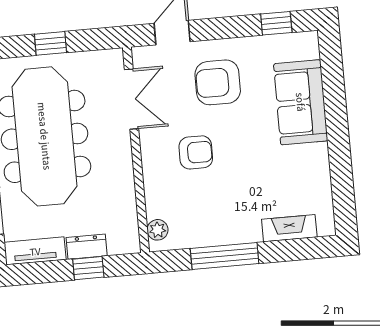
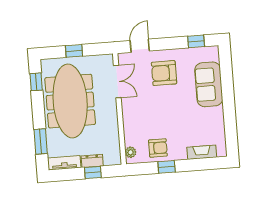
armchair: (196, 152) -> (158, 148), moved
window: (225, 256) -> (167, 167), width x0.46

